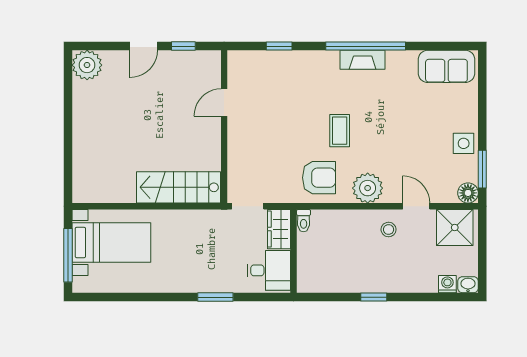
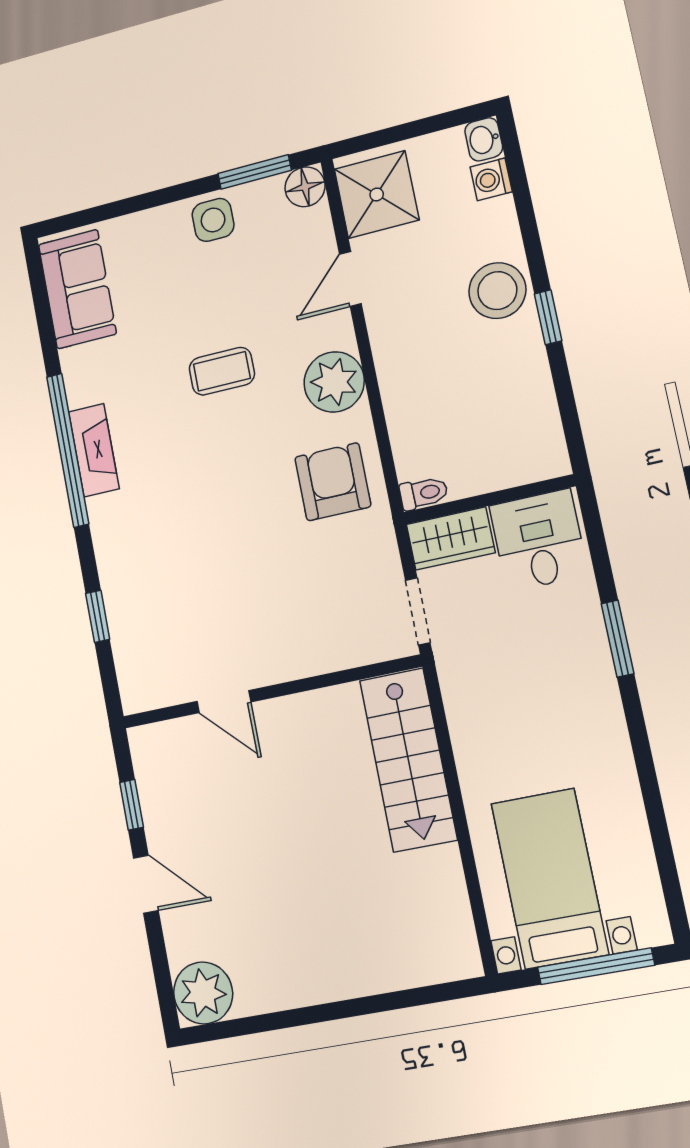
coffee table: (340, 131) -> (222, 371), moved
stool: (389, 230) -> (497, 291), moved, width x1.89, depth x1.89

